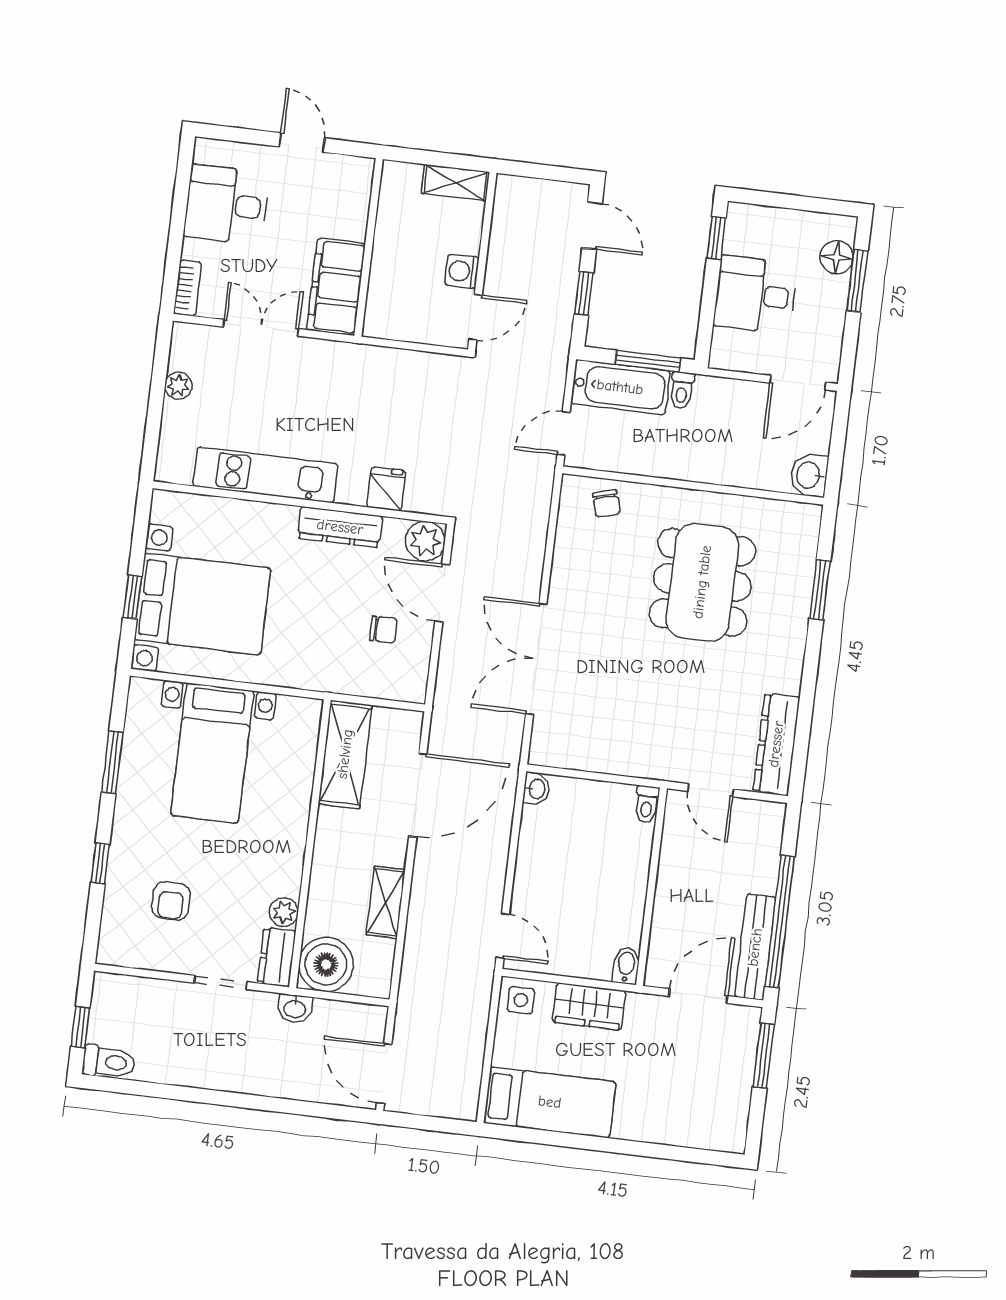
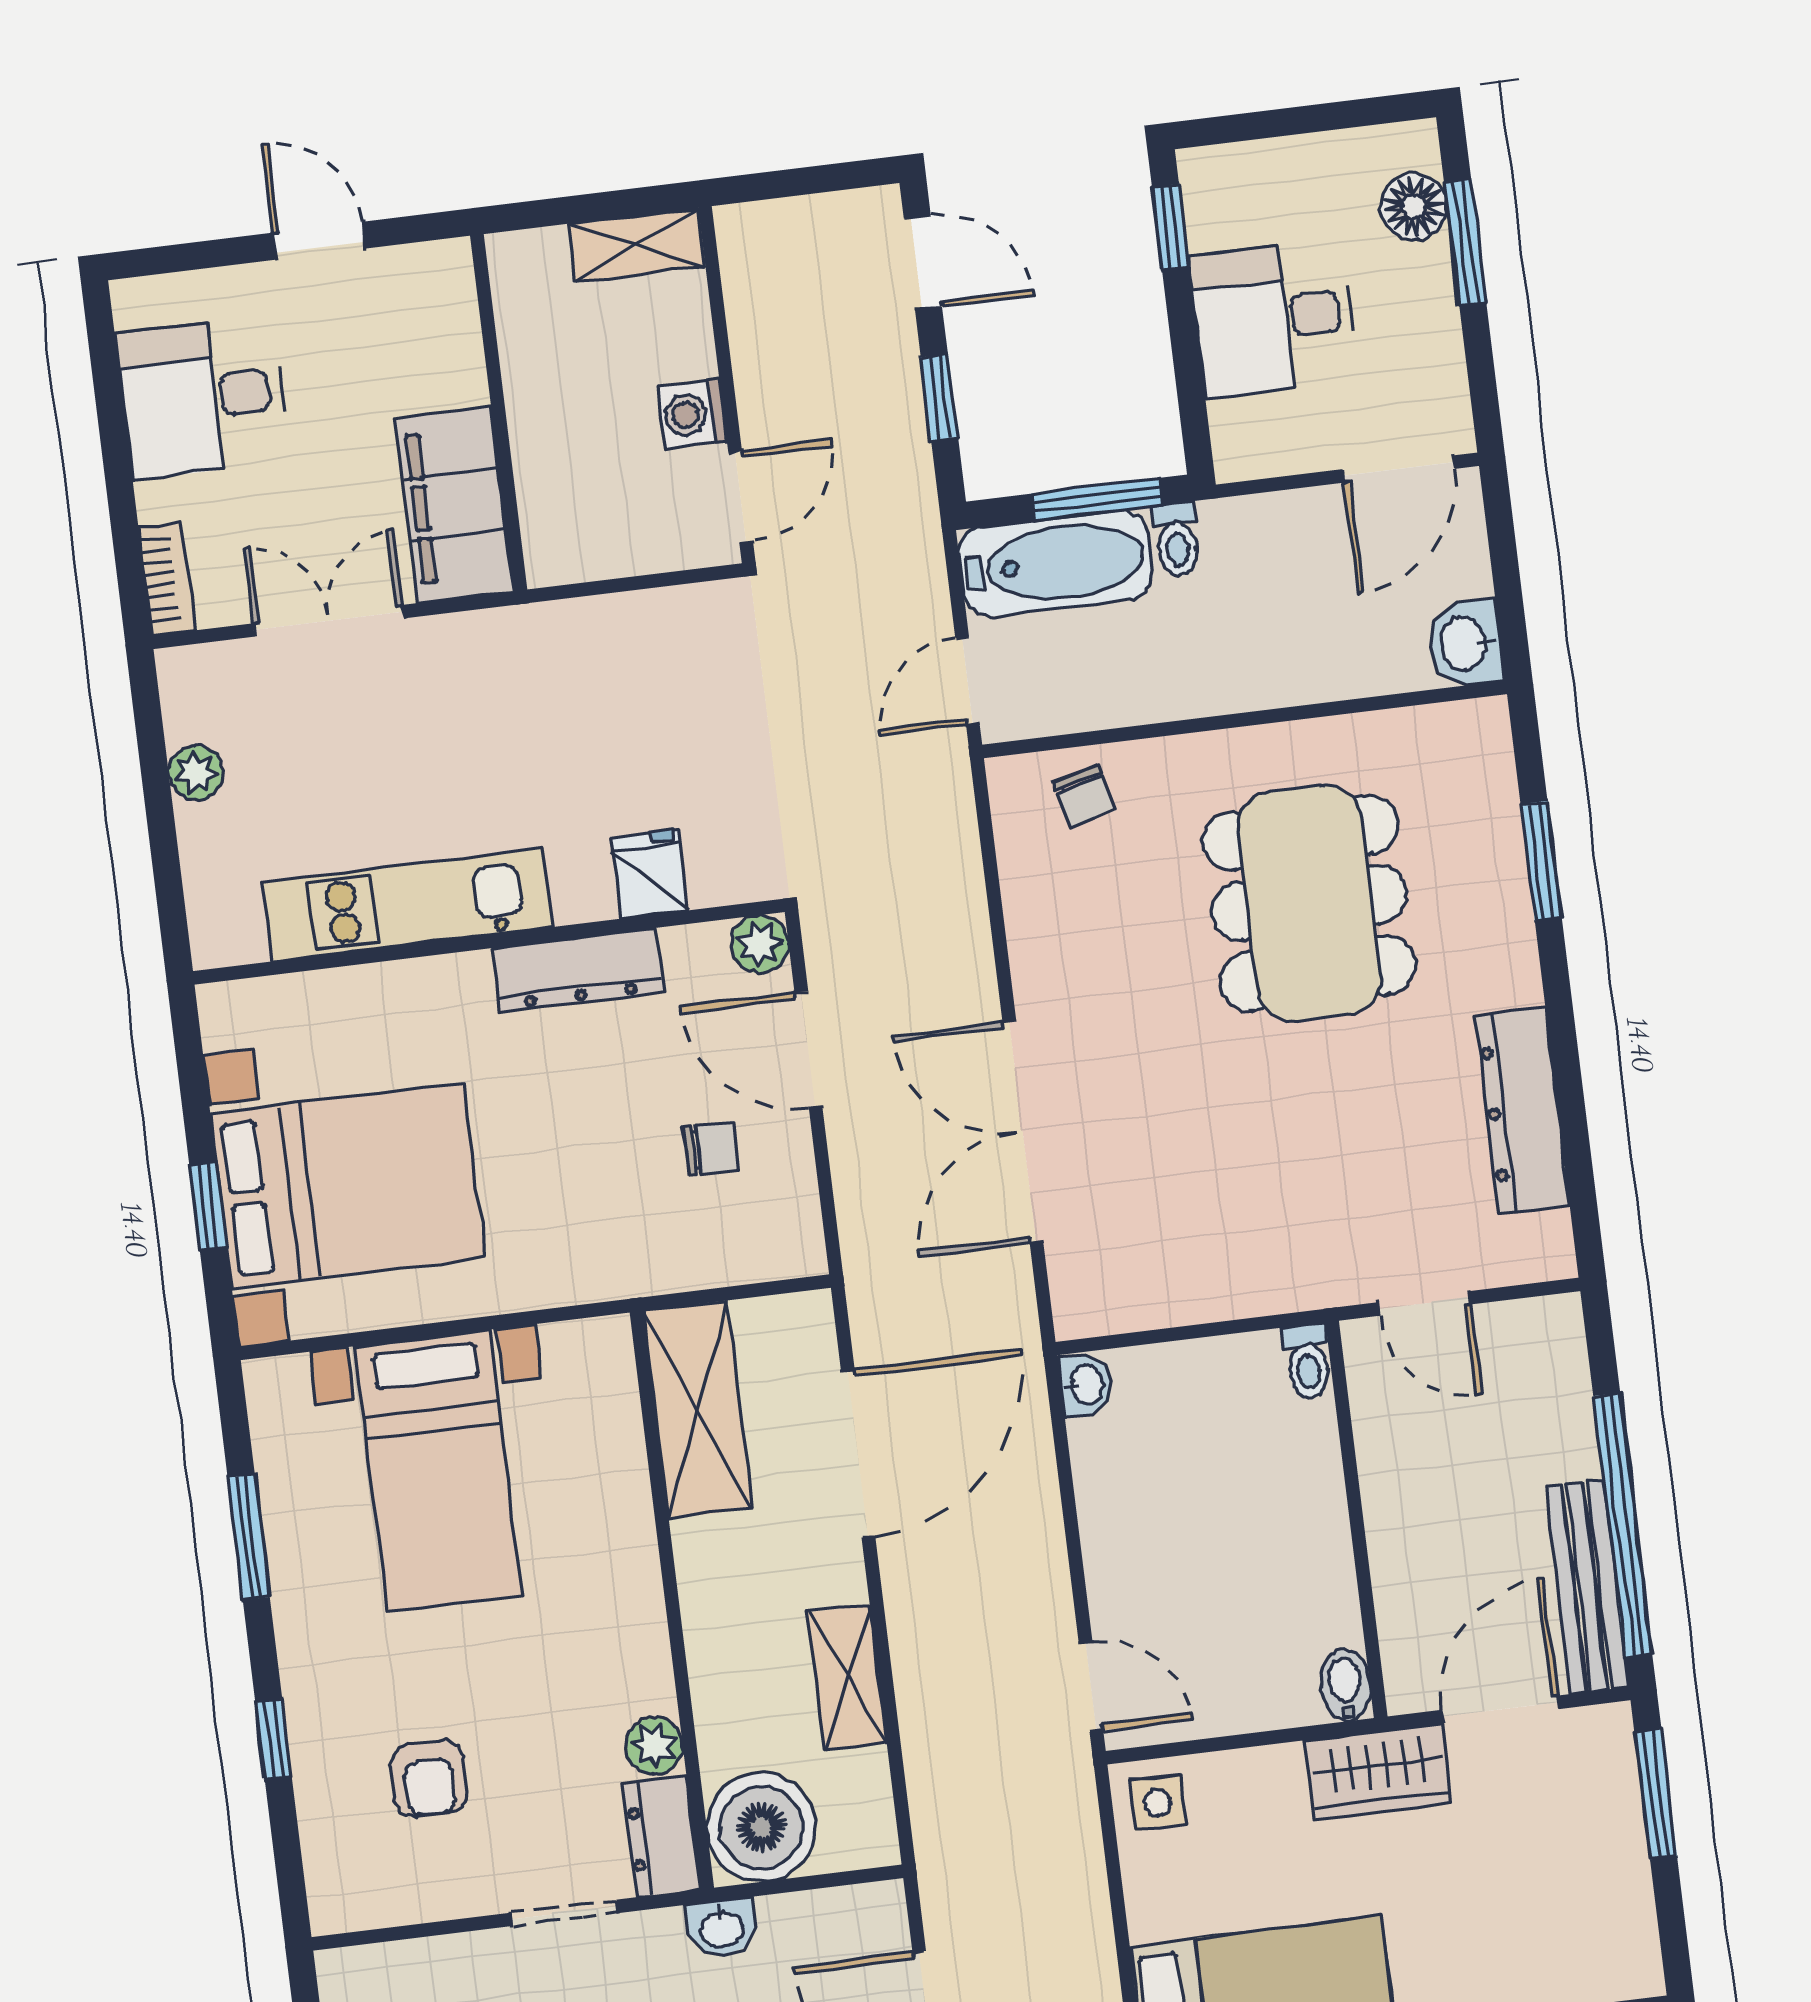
plant: (425, 541) -> (760, 944), width x0.73, depth x0.73
dresser: (776, 744) -> (1522, 1111), moved
wardrobe: (589, 1006) -> (1378, 1772), moved

